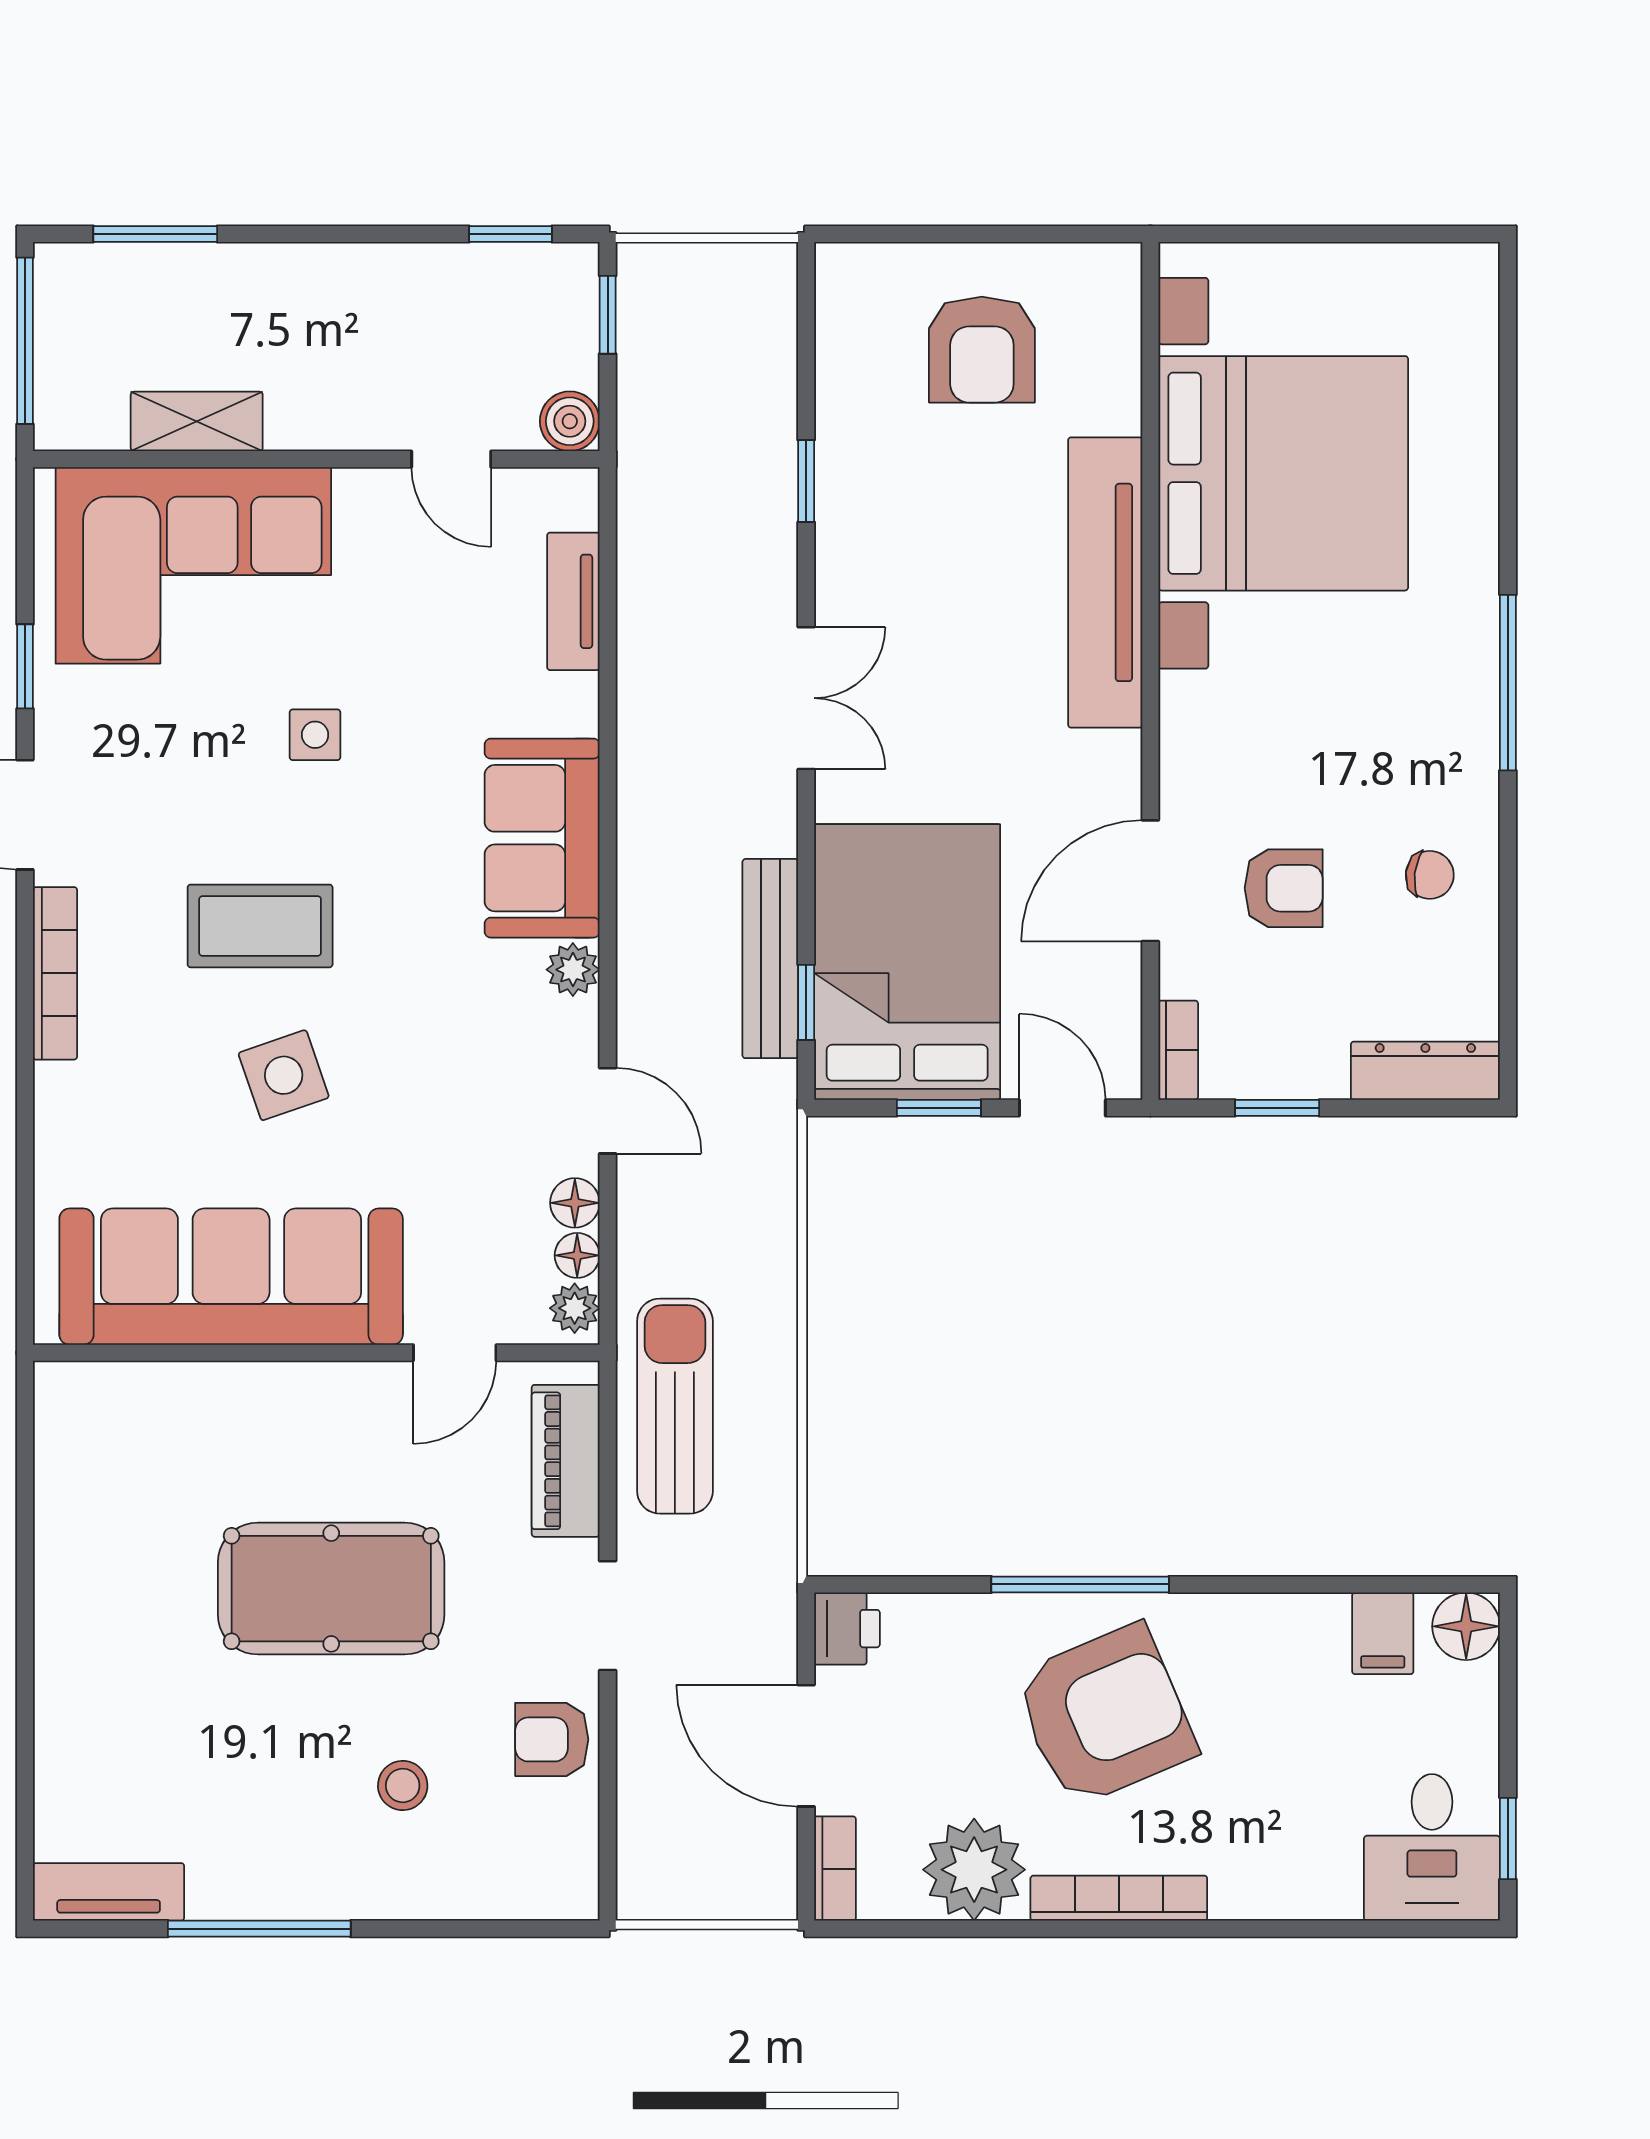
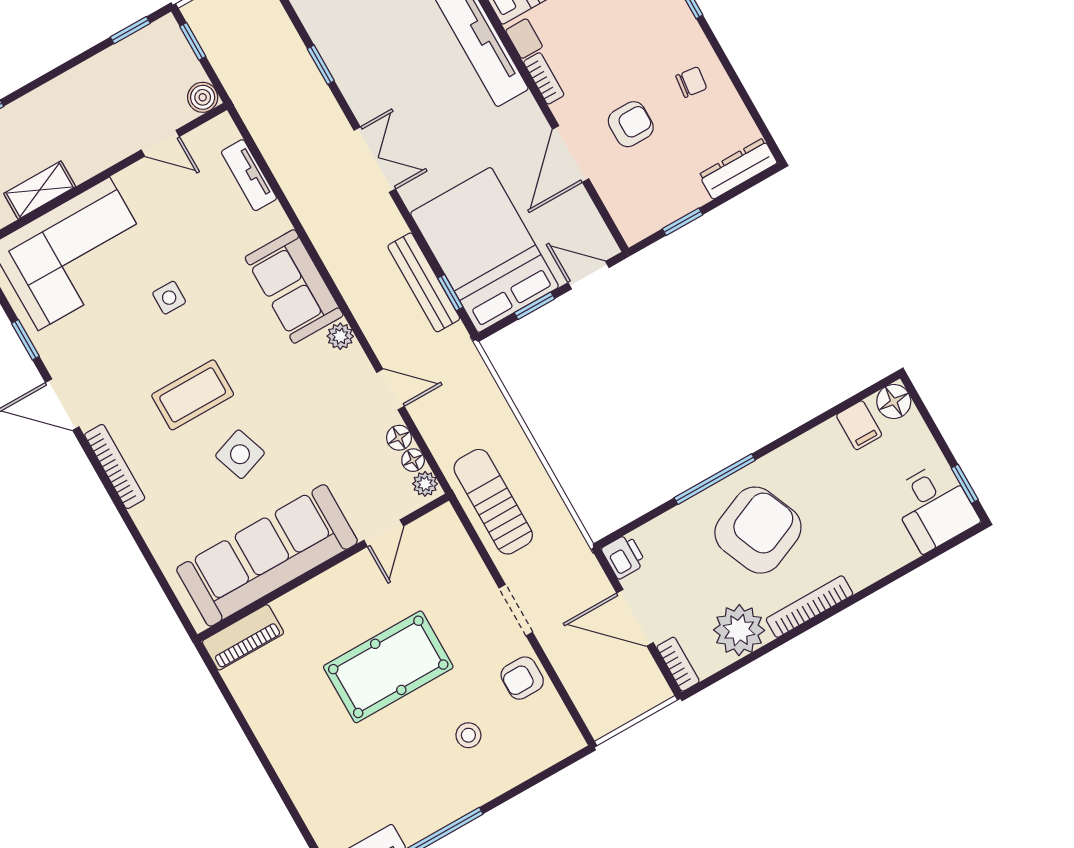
bookcase: (1178, 1050) -> (544, 78), moved
piano: (566, 1461) -> (243, 637), moved, turned -90

